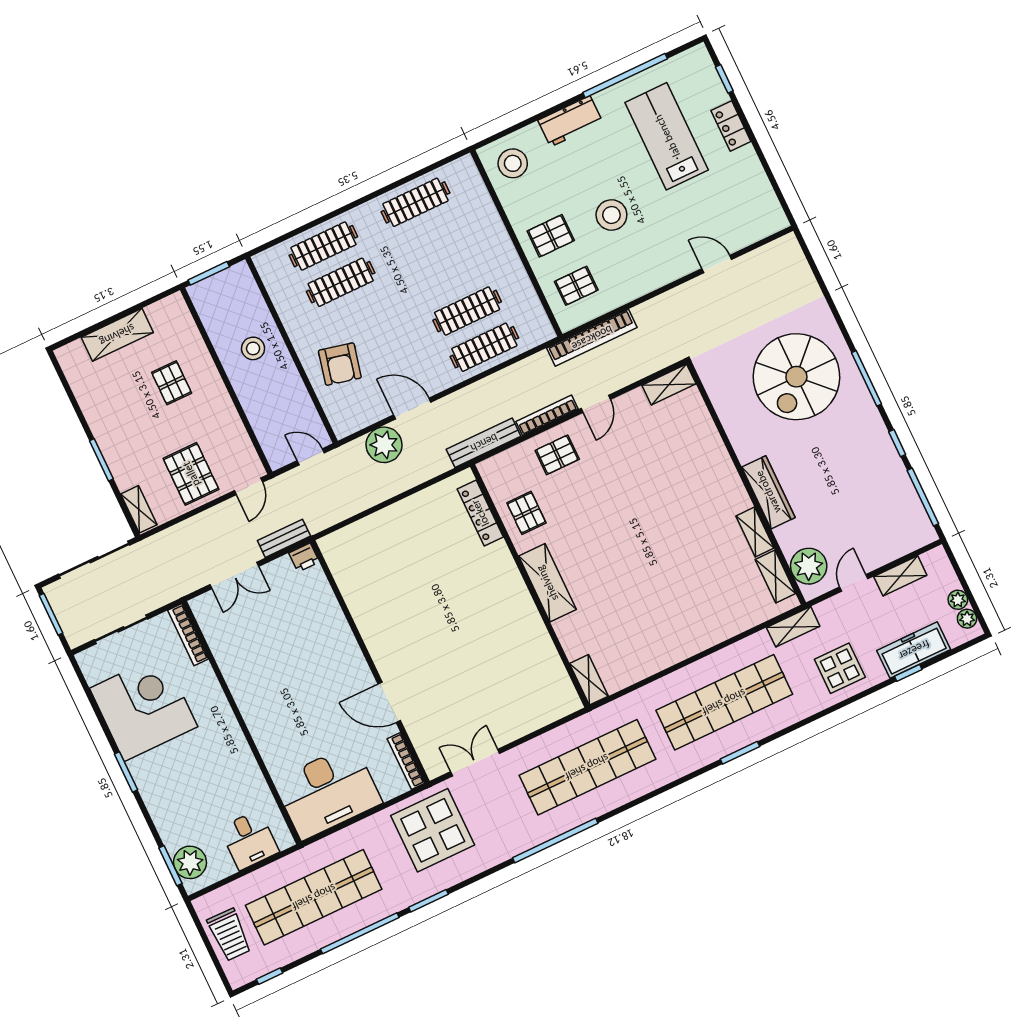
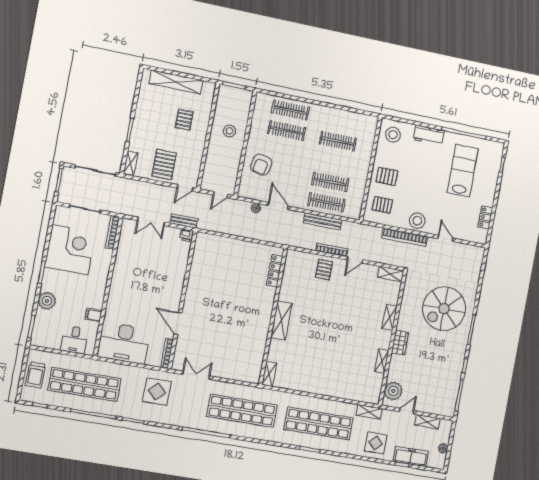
locker: (731, 126) -> (485, 217), moved
clothes rail: (415, 202) -> (338, 141), moved
stool: (611, 215) -> (417, 221), moved
shelving: (117, 335) -> (176, 82), width x1.47
bookcase: (592, 338) -> (405, 237), moved
bench: (484, 443) -> (323, 221), moved
plant: (384, 445) -> (256, 208), width x0.53, depth x0.53
pallet: (557, 455) -> (324, 270), turned 90
door: (311, 457) -> (221, 195), swing flipped
wardrobe: (768, 492) -> (400, 343), width x0.67
pallet: (526, 513) -> (294, 285), removed
shelving: (775, 577) -> (389, 318), moved
plant: (967, 619) -> (441, 459), removed
filing cabinet: (251, 782) -> (93, 315), added
display table: (433, 830) -> (157, 391), width x0.73, depth x0.73
plant: (190, 862) -> (47, 301), moved

